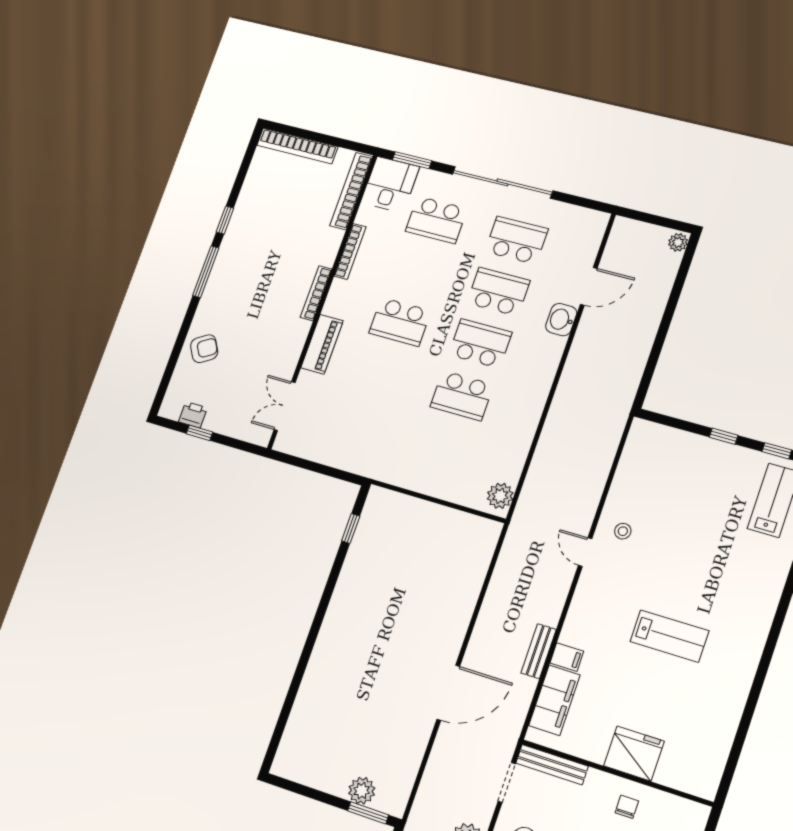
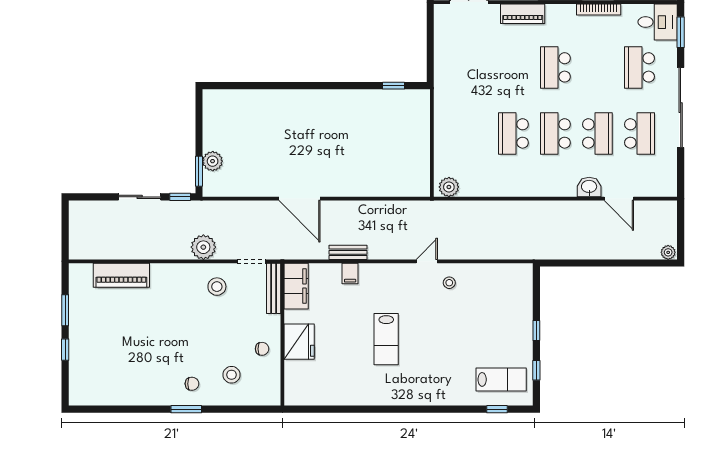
school desk: (480, 344) -> (555, 133), turned 180
filing cabinet: (554, 700) -> (296, 286), moved, turned -90

